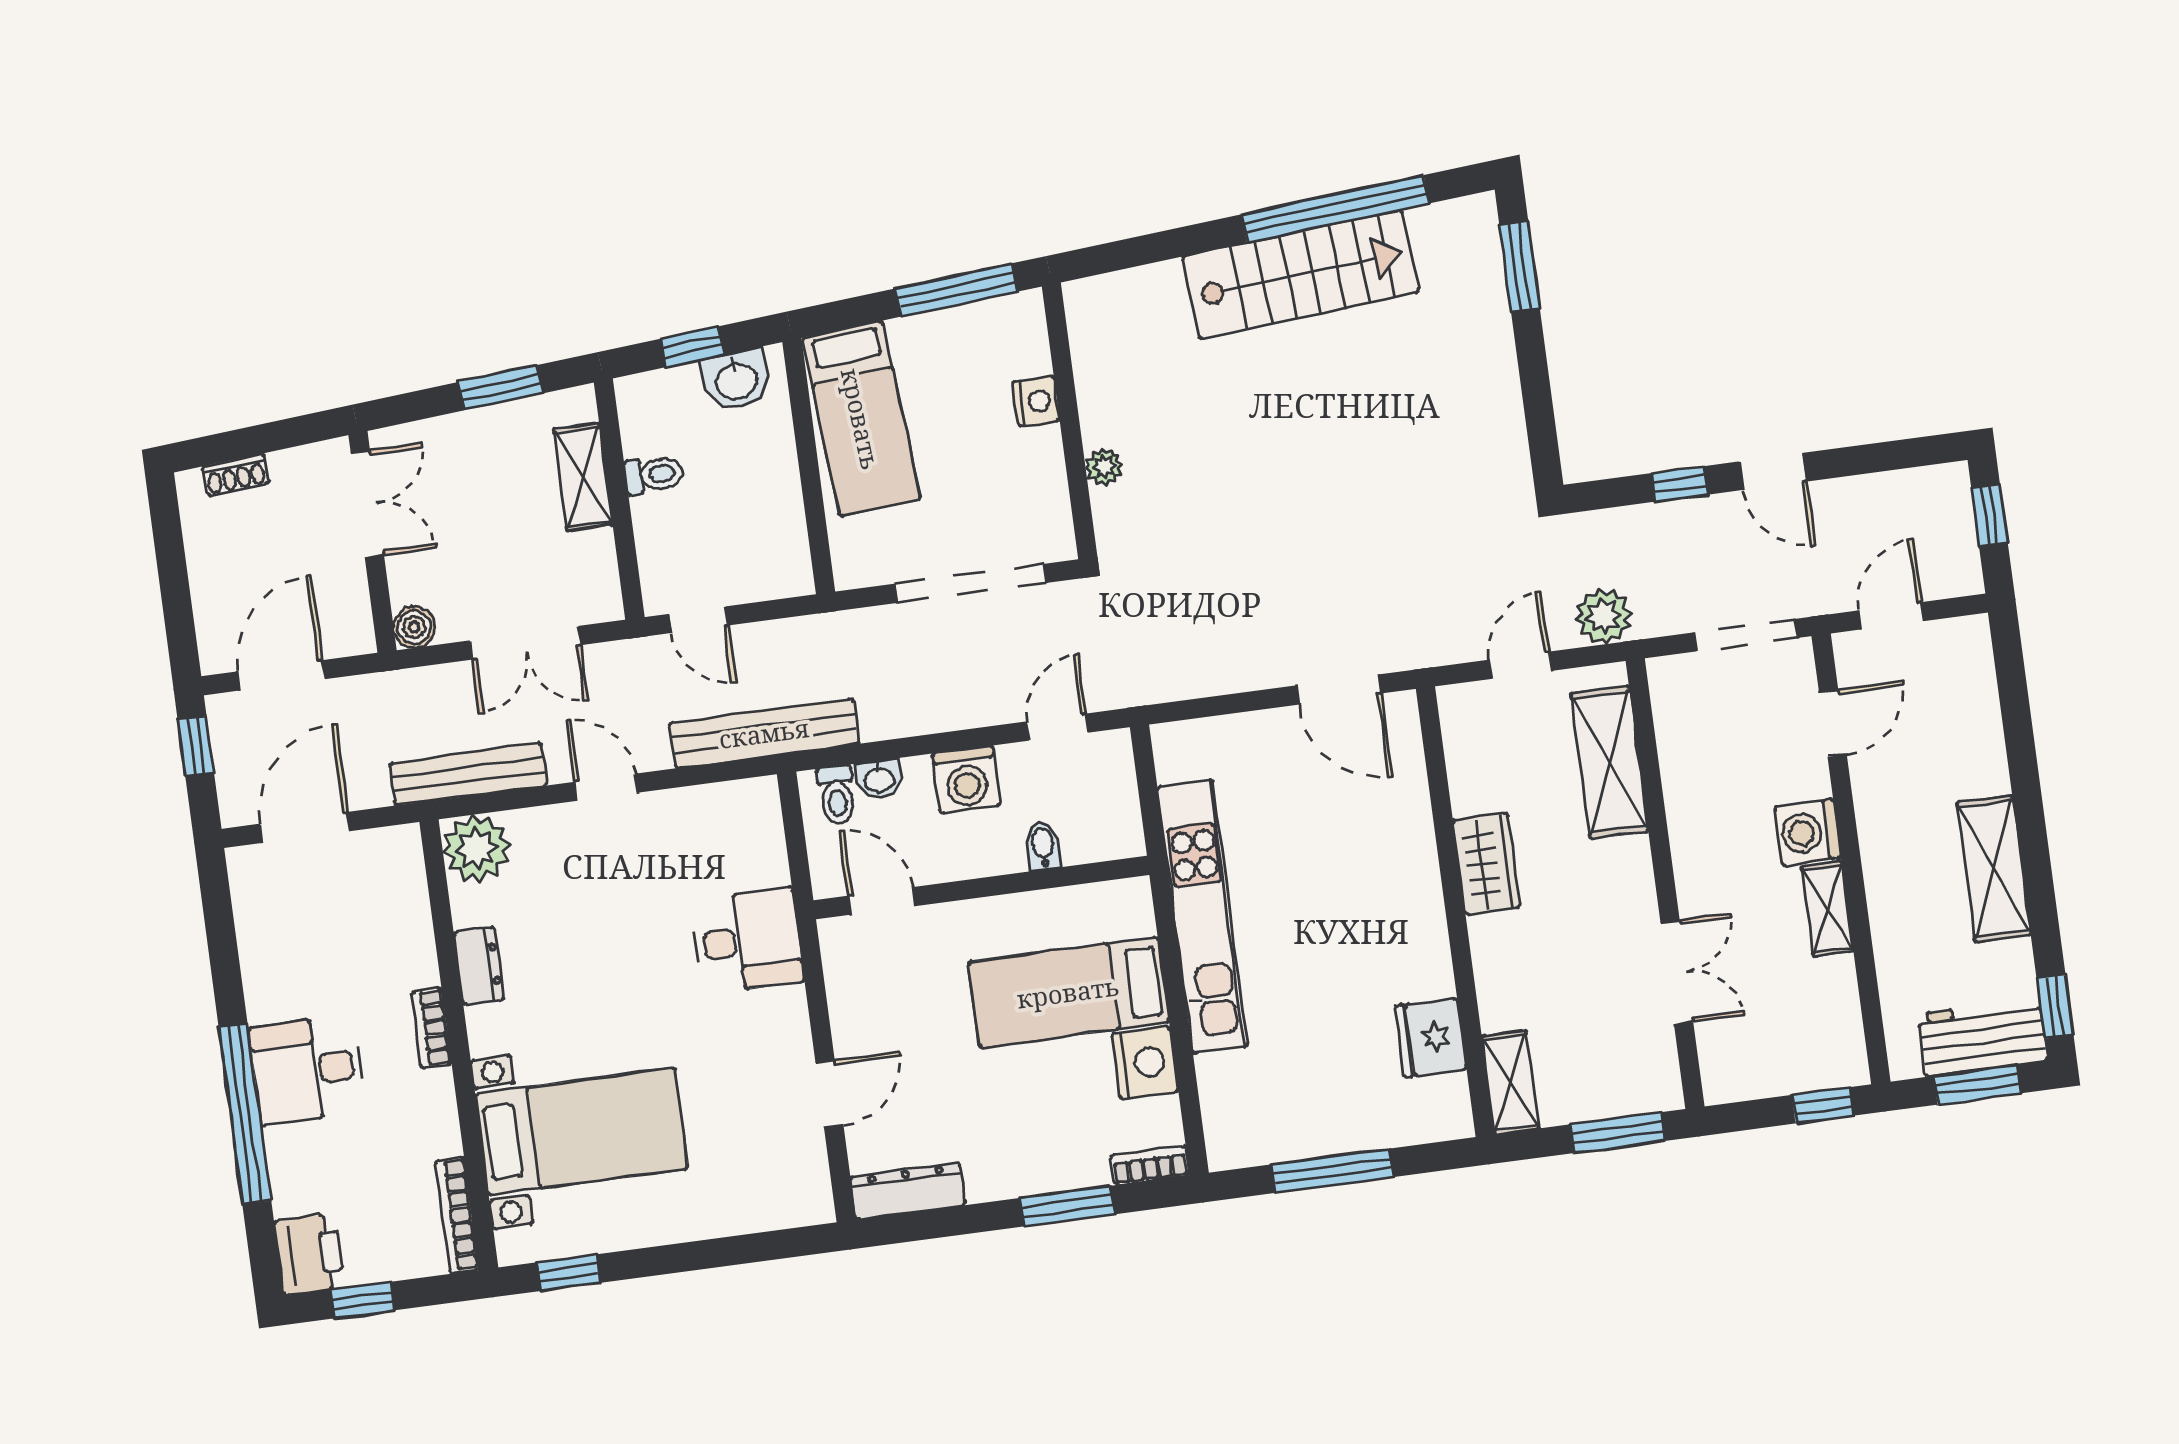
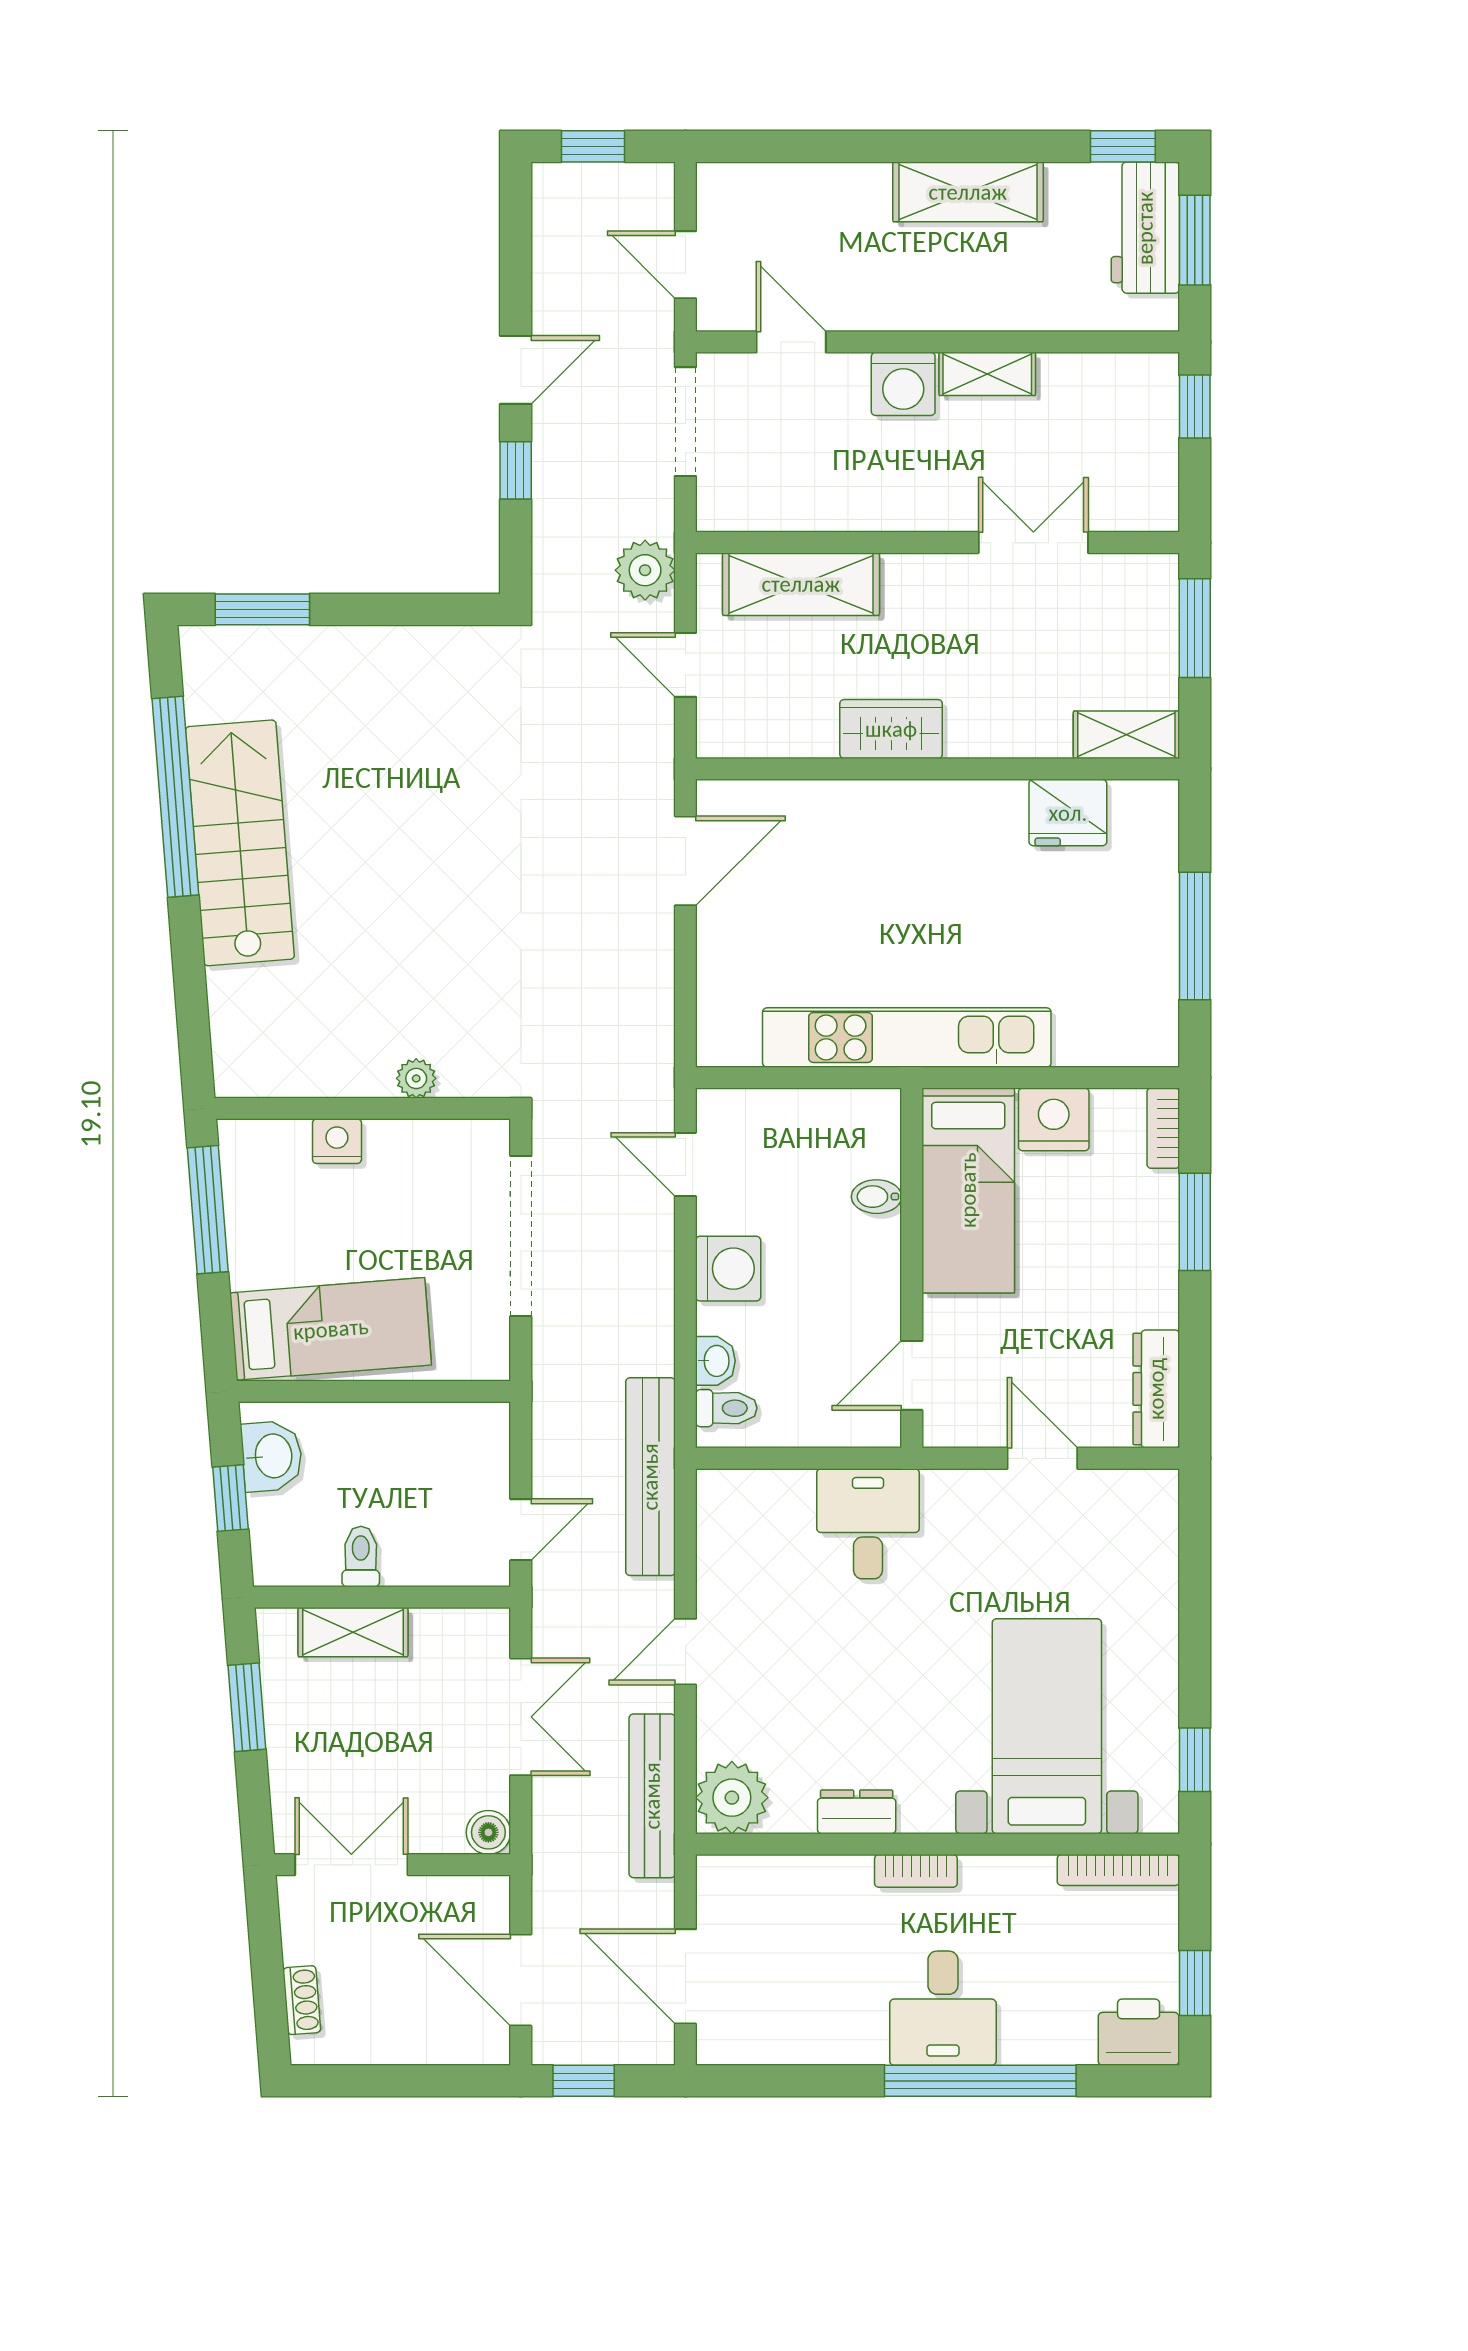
bidet: (1043, 846) -> (876, 1197), moved
wall: (981, 888) -> (912, 1268), moved
door: (882, 901) -> (912, 1375), moved

